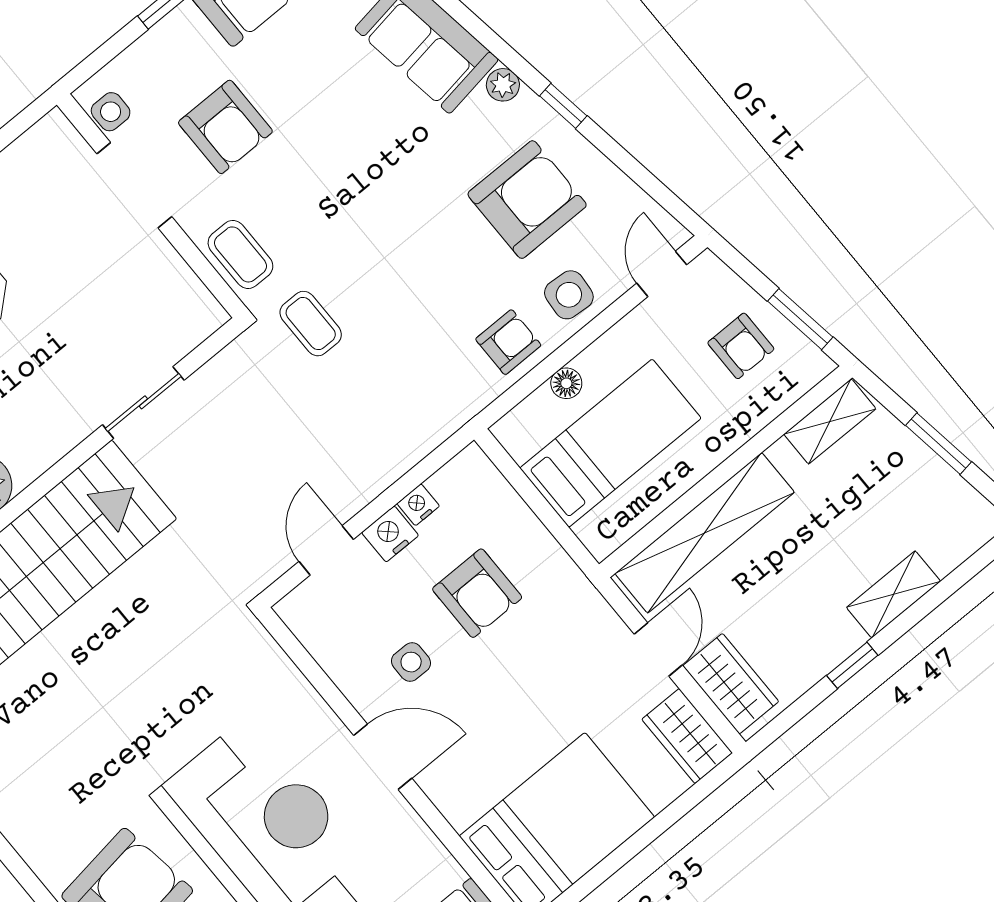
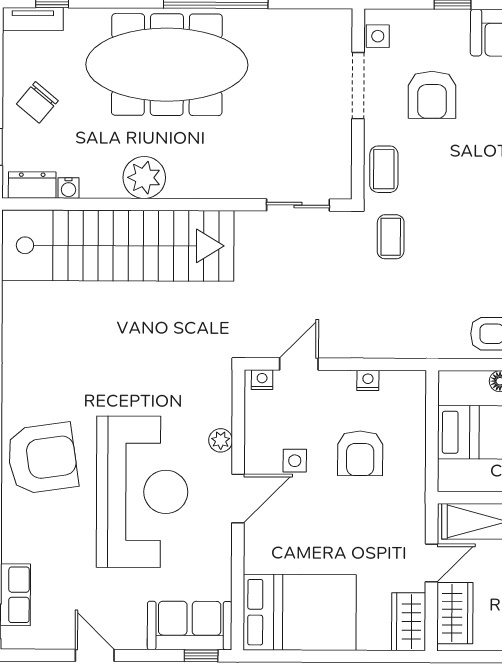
sliding door: (143, 402) -> (298, 205), moved
nightstand: (390, 534) -> (262, 380), moved, width x0.72, depth x0.74
plant: (310, 708) -> (221, 440), added
door: (383, 757) -> (238, 498), hinge flipped

